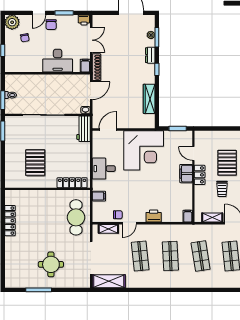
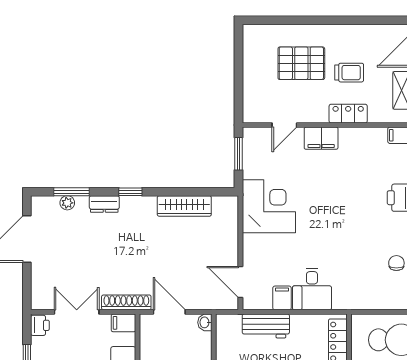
workbench: (84, 129) -> (266, 326), moved
corner desk: (144, 150) -> (269, 206), width x0.74, depth x0.74
locker: (200, 175) -> (348, 114), moved
filing cabinet: (99, 196) -> (282, 298), moved

